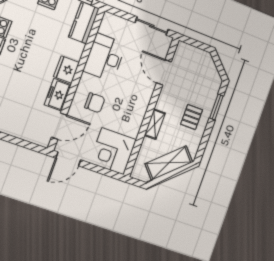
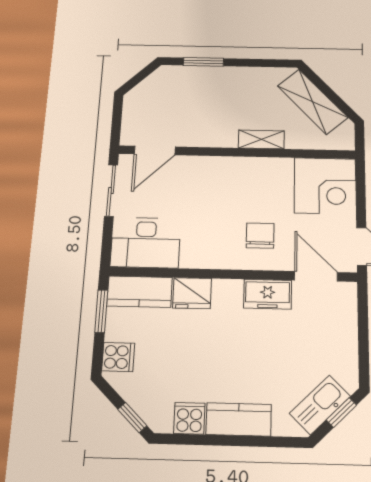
desk: (105, 57) -> (146, 243), moved
fridge: (66, 70) -> (192, 293), moved
door: (164, 72) -> (155, 150), moved
pallet: (192, 117) -> (231, 91), removed

